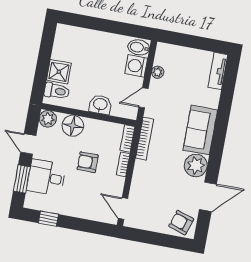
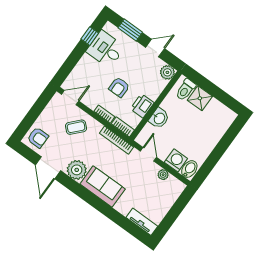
floor lamp: (73, 126) -> (153, 89), removed
printer: (96, 129) -> (142, 106), added
armchair: (88, 162) -> (119, 87), turned 180
desk: (46, 178) -> (106, 49), moved, turned -90
coffee table: (151, 188) -> (76, 127), added
armchair: (181, 223) -> (38, 138), turned 72

